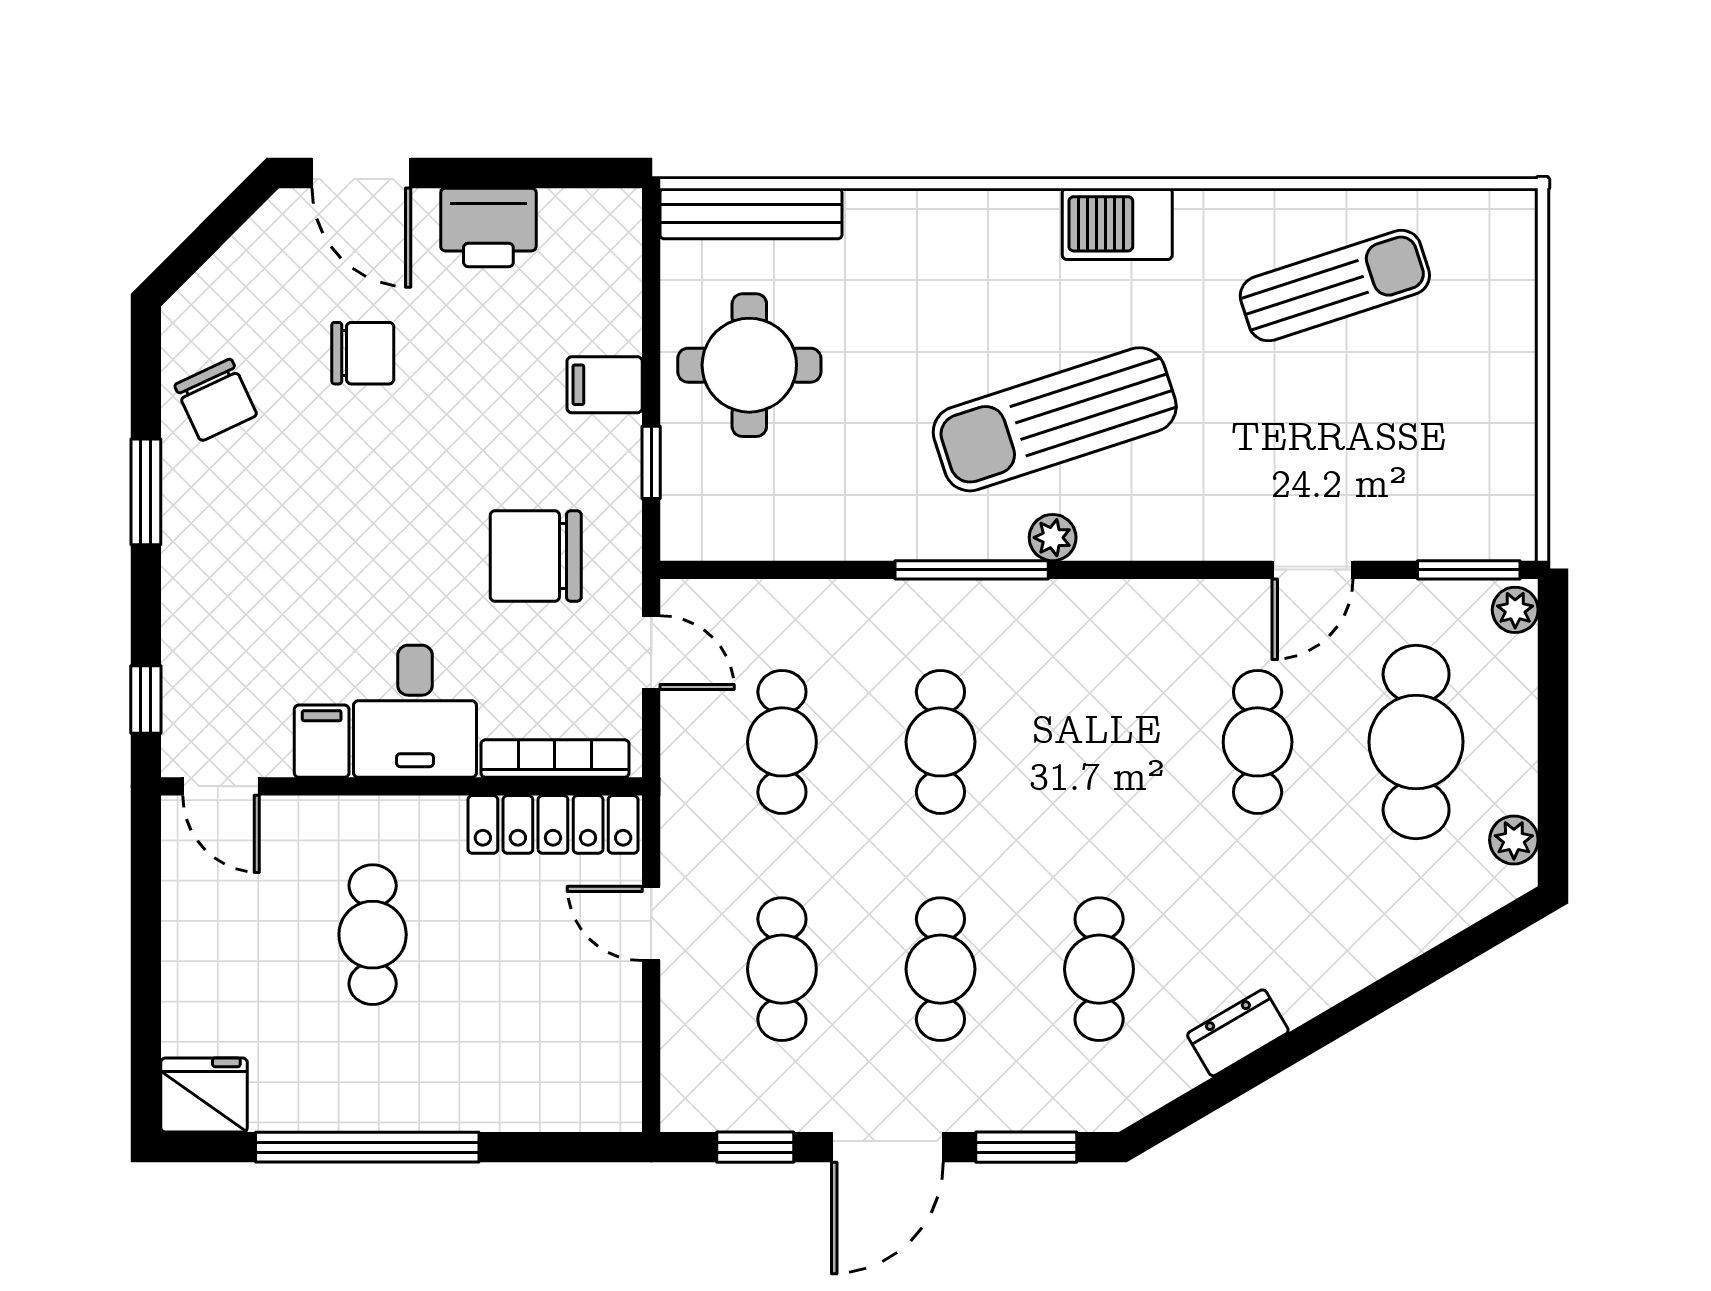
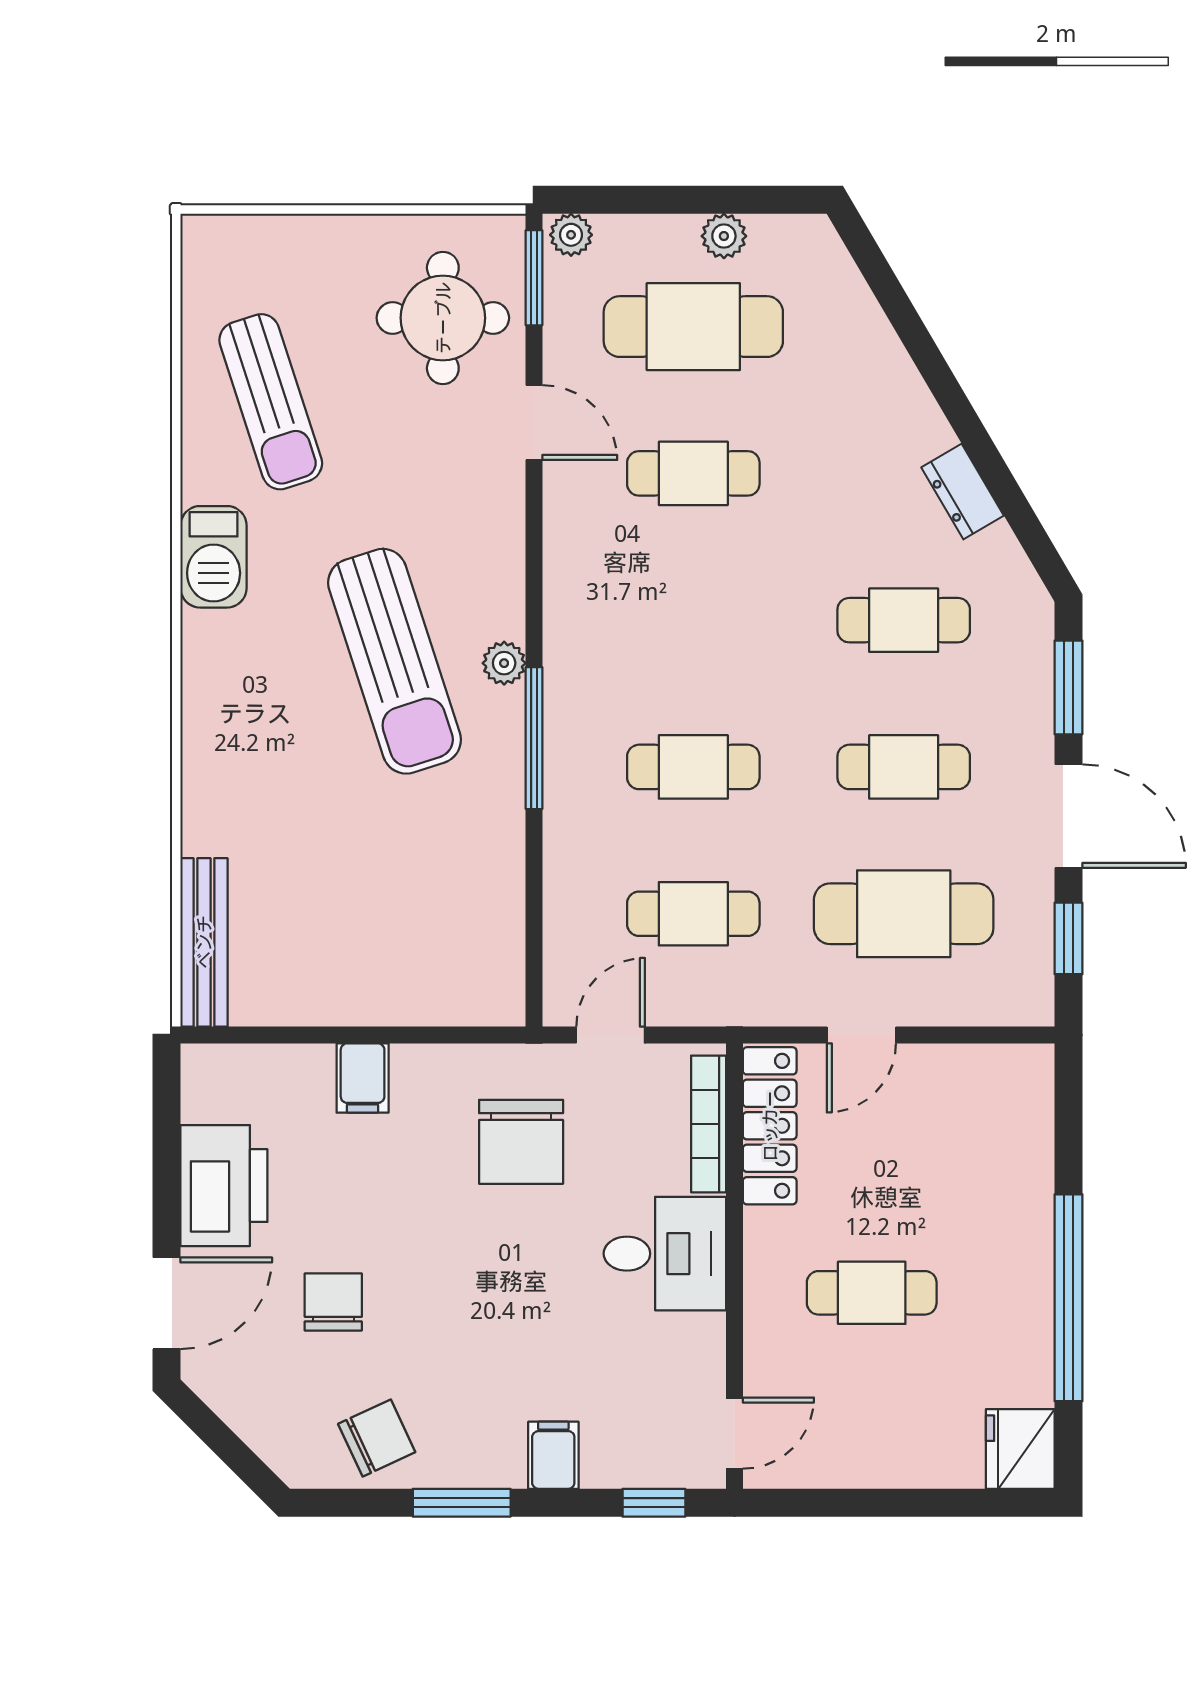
barbecue: (1117, 224) -> (214, 557), moved
printer: (488, 227) -> (224, 1186), width x1.37, depth x1.19
sun lounger: (1335, 286) -> (271, 402), turned 180
round table: (749, 365) -> (443, 318), moved
window: (651, 462) -> (434, 1035), removed
filing cabinet: (322, 741) -> (553, 1455), moved, turned 90
plant: (1514, 840) -> (724, 236), moved
cafe table: (782, 969) -> (904, 914), width x1.37, depth x1.35

